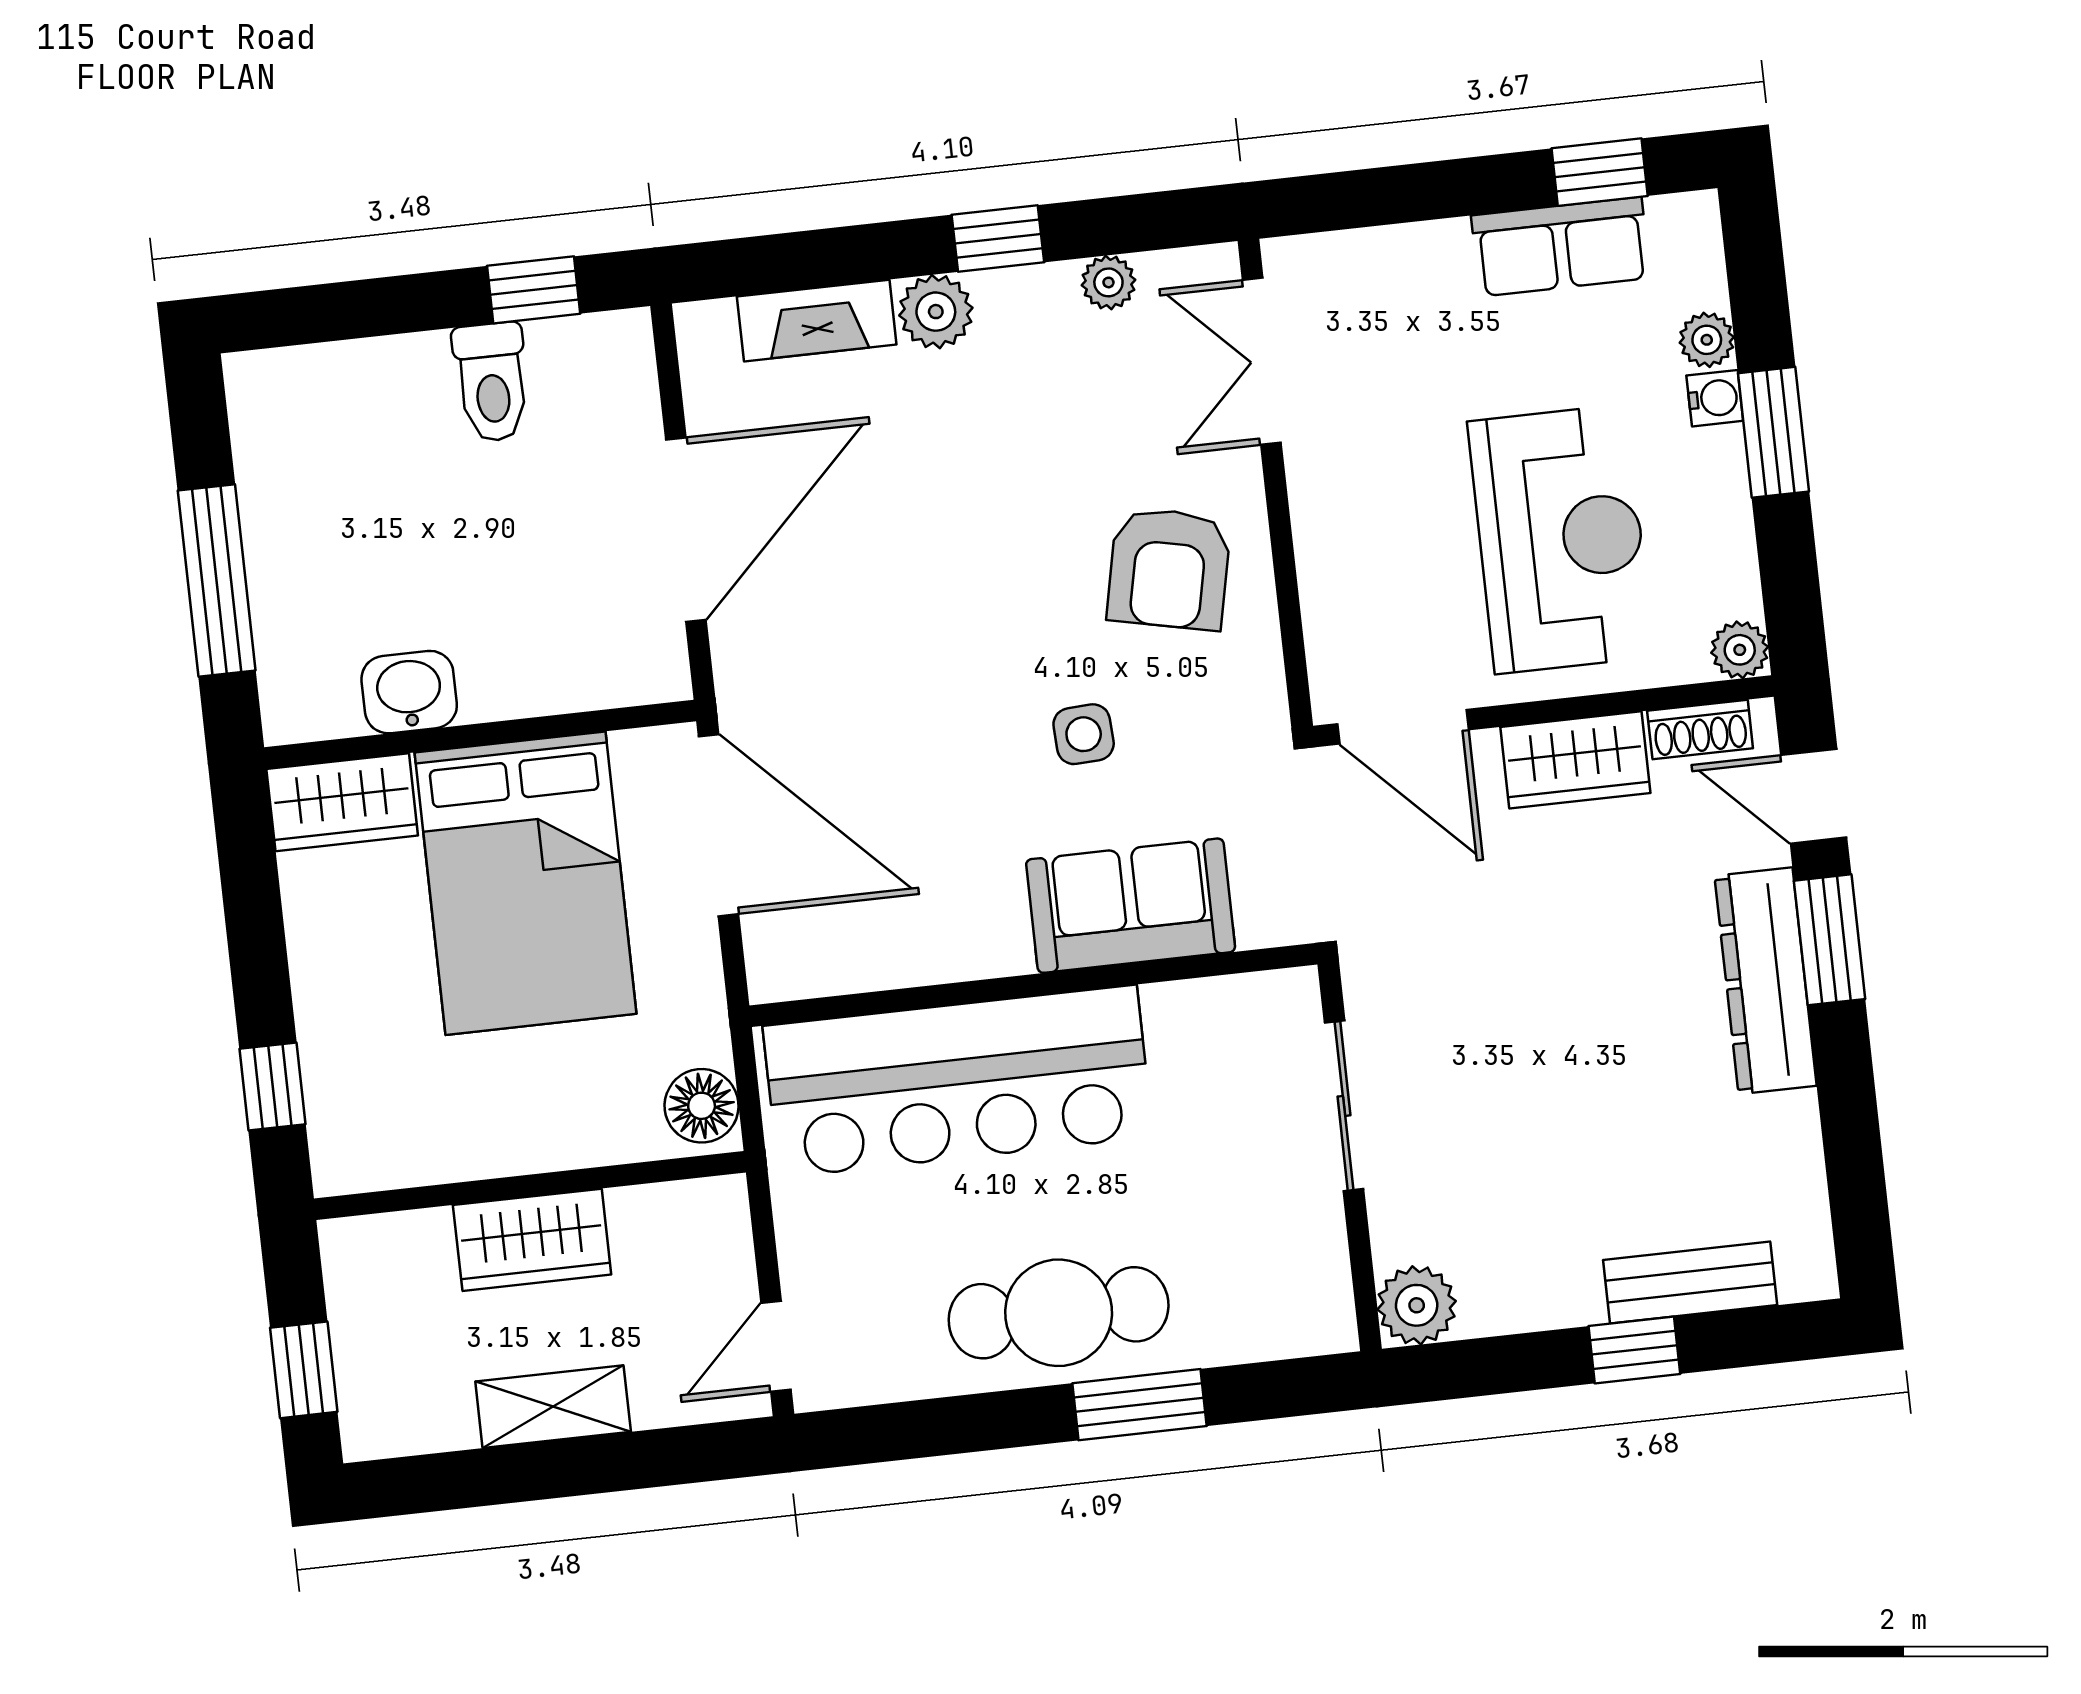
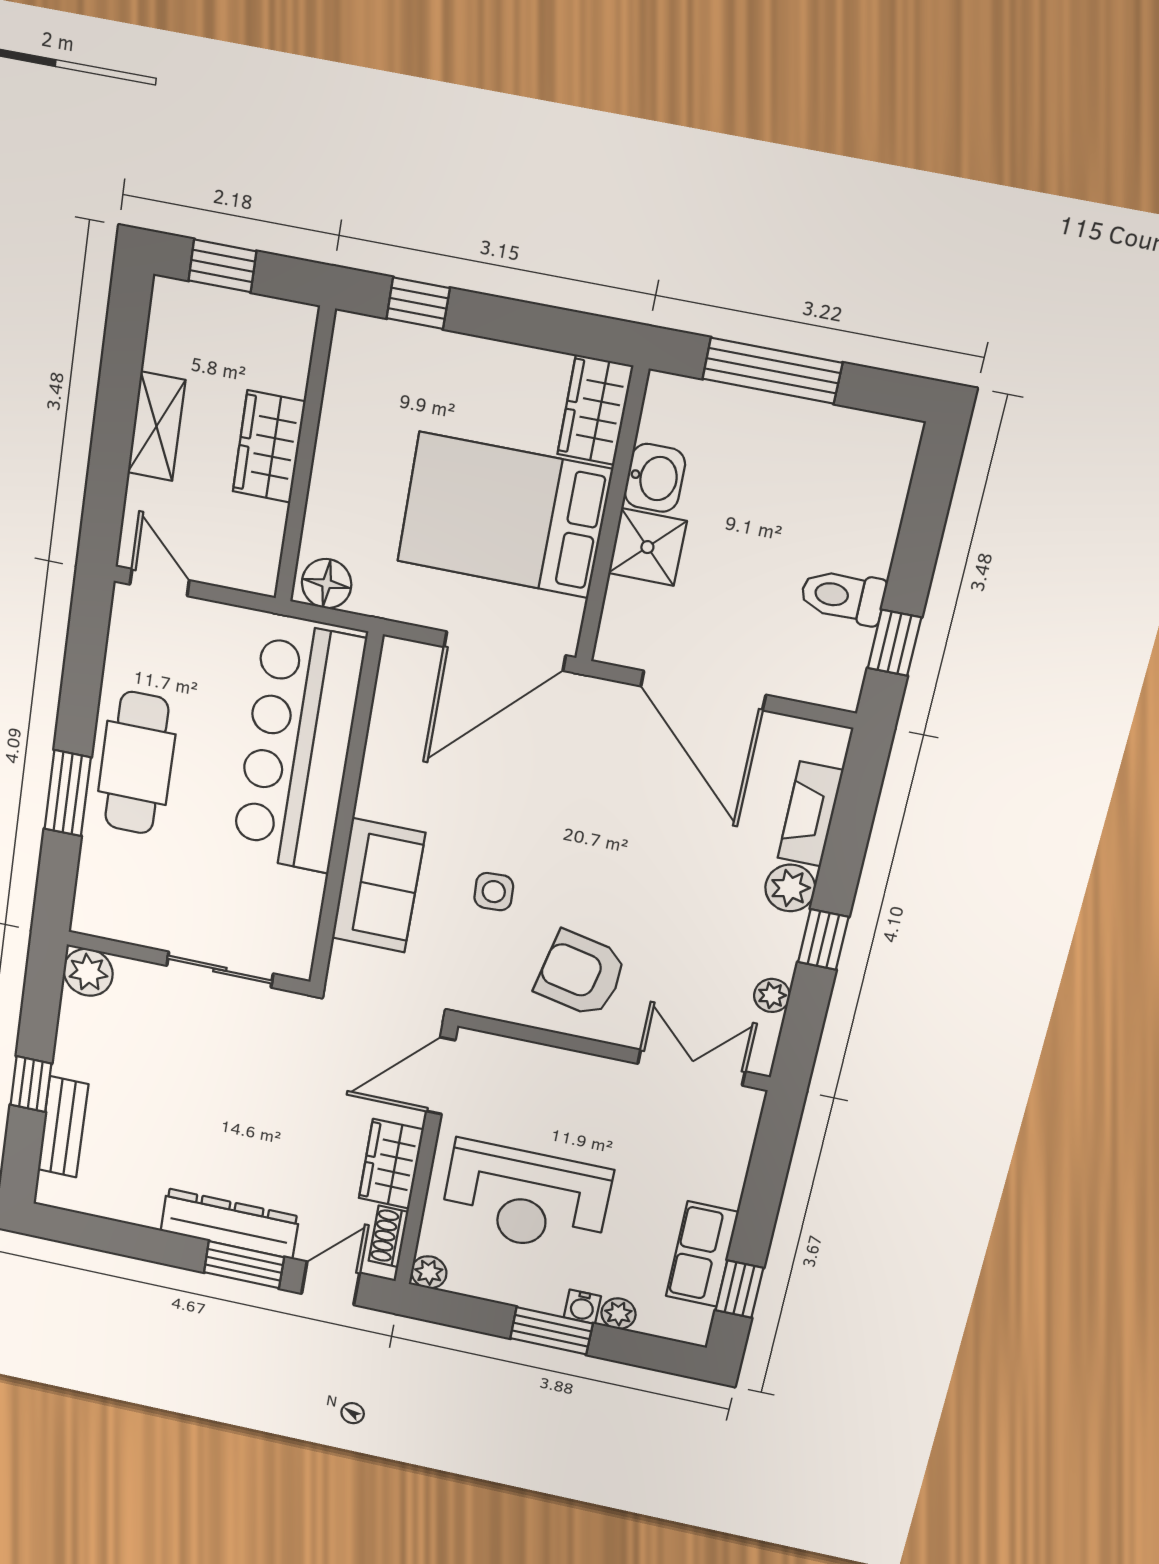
shower: (508, 672) -> (647, 547), added

